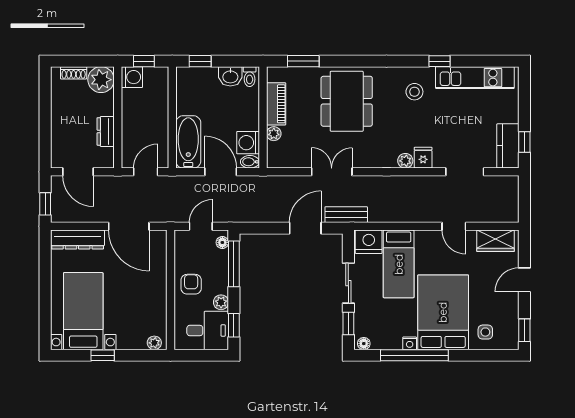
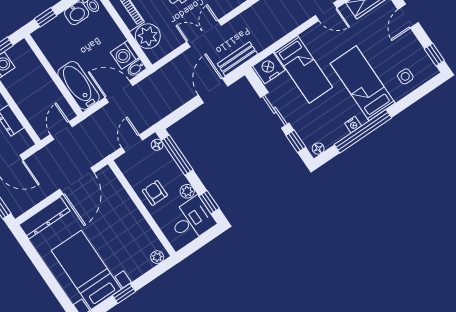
plant: (274, 134) -> (148, 36), width x1.88, depth x1.88
door: (129, 226) -> (77, 181), hinge flipped
bed: (443, 312) -> (363, 83), width x0.67

